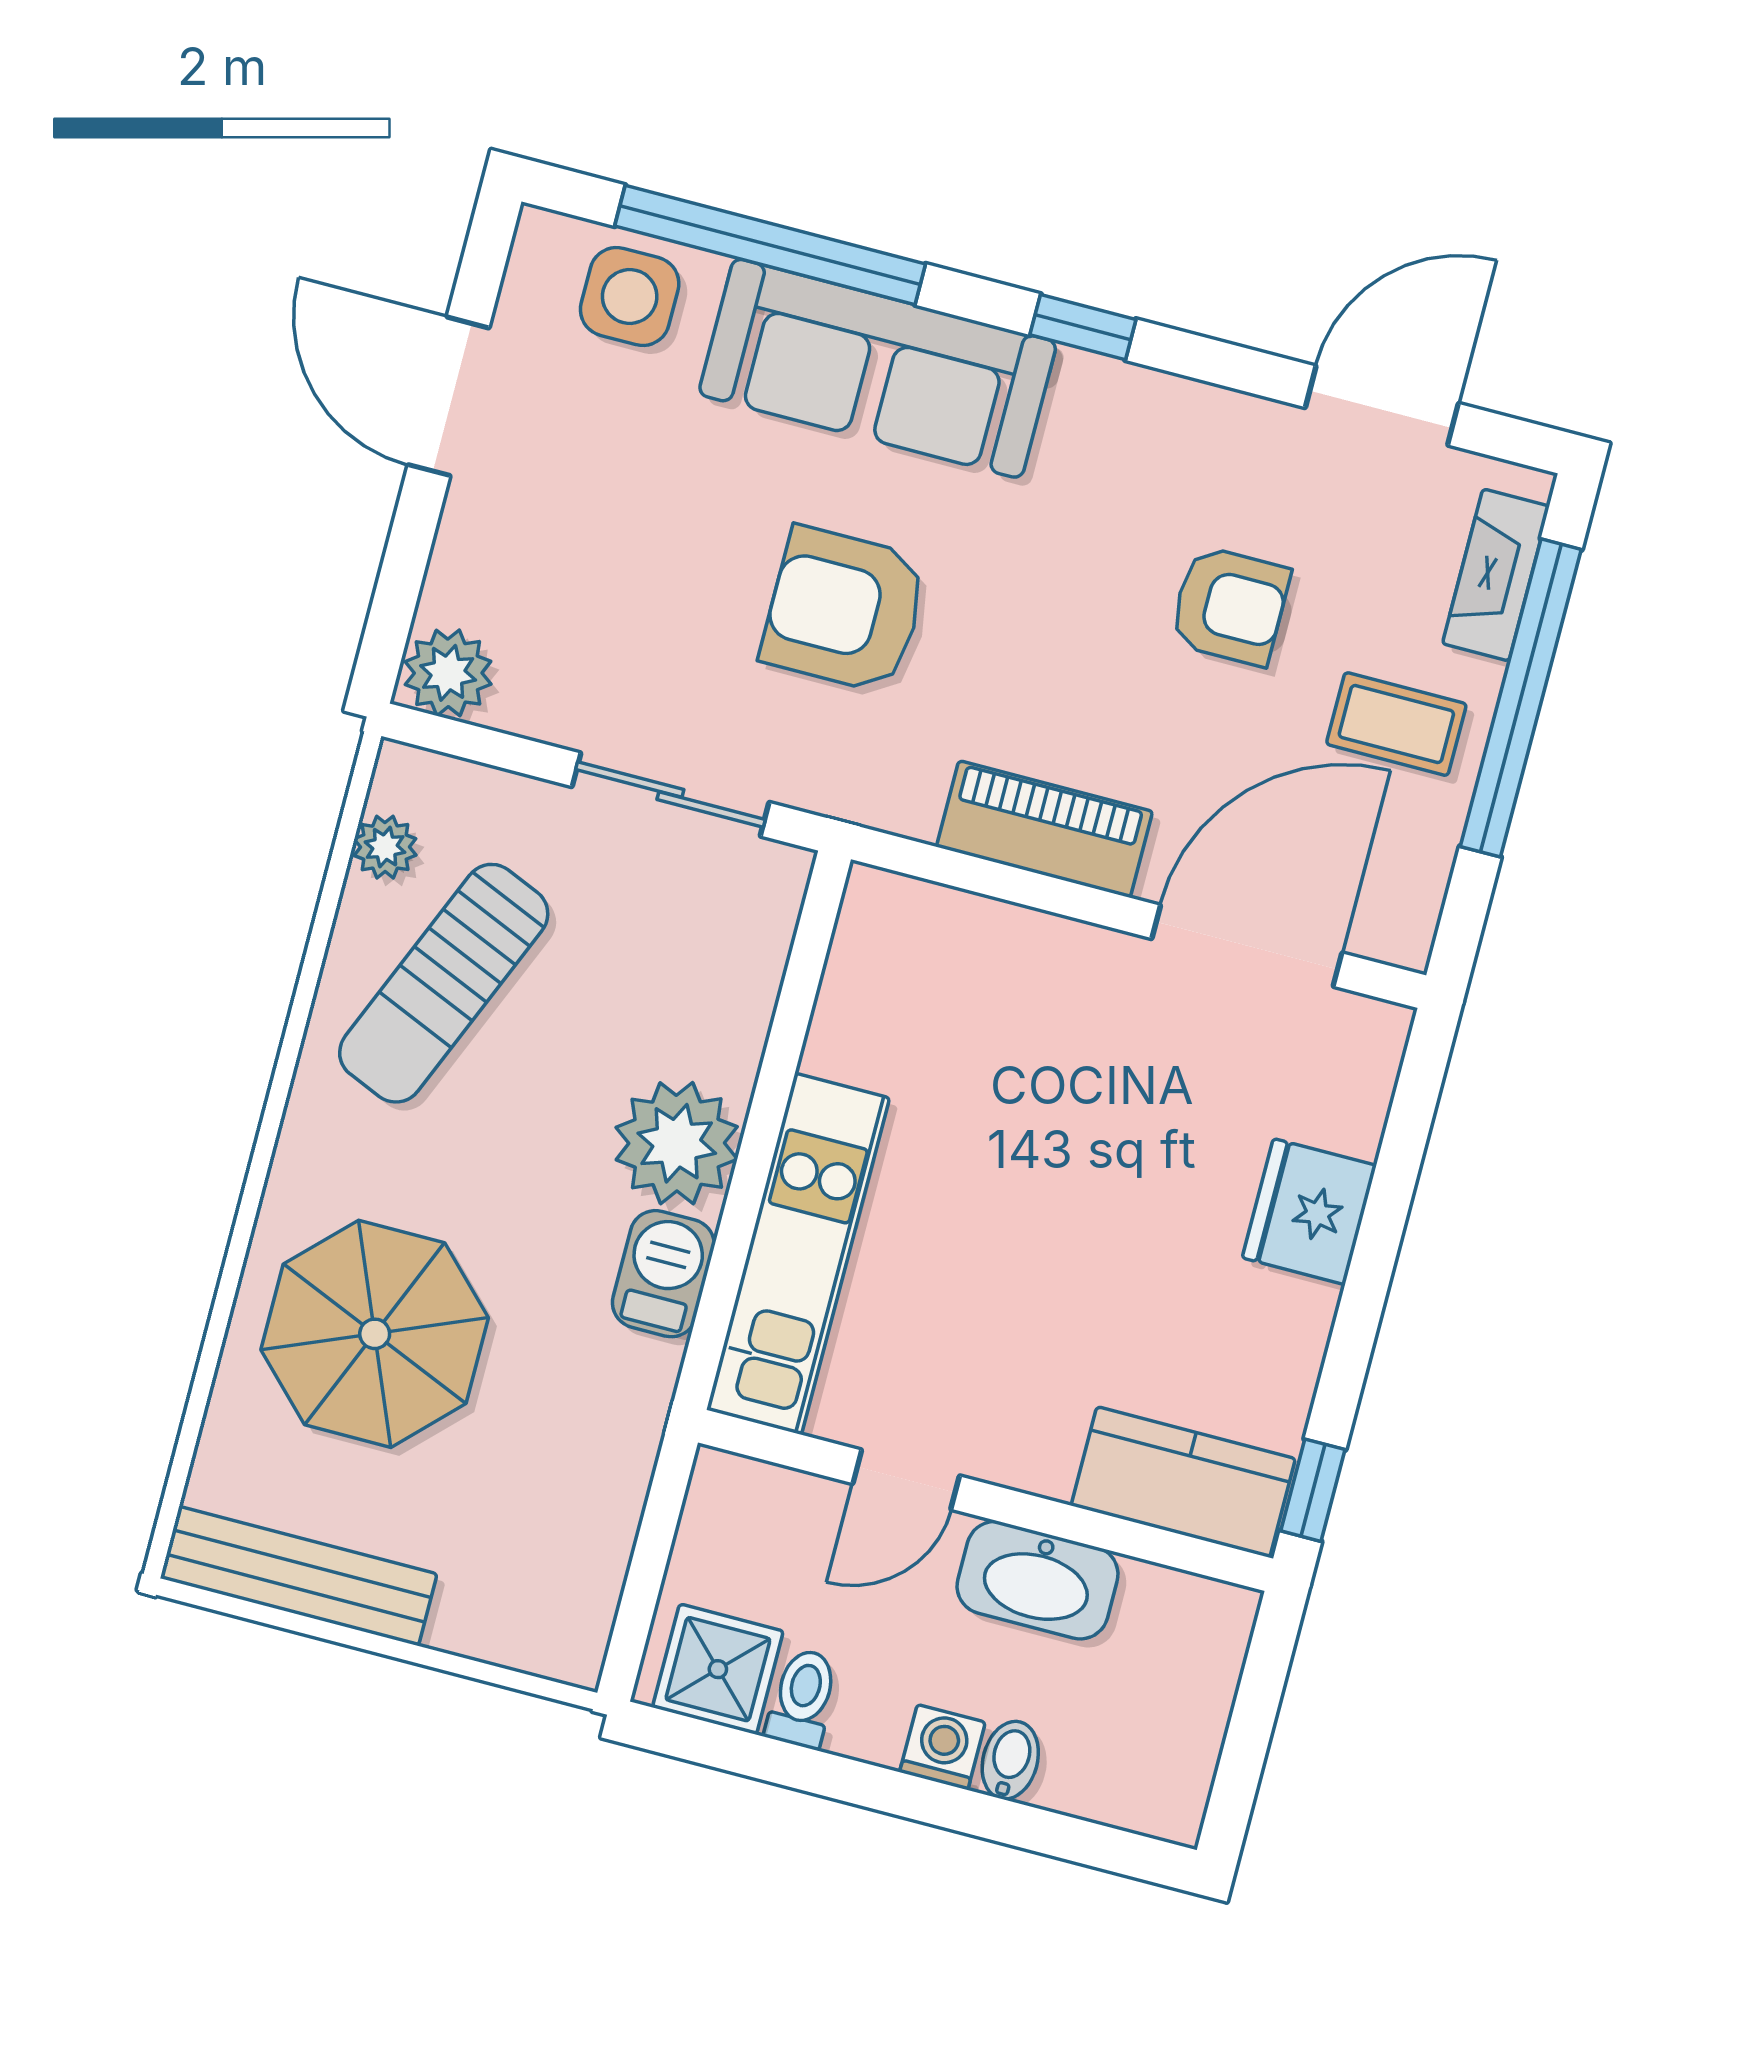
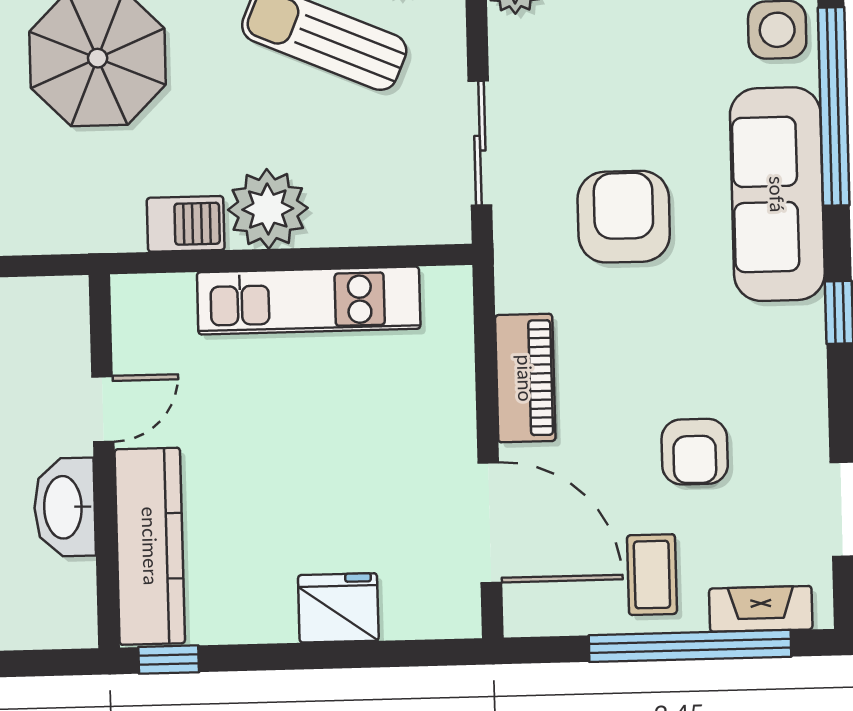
kitchen unit: (798, 1254) -> (309, 301), moved
door: (906, 1480) -> (103, 409), swing flipped
kitchen counter: (1183, 1482) -> (150, 546), width x1.50

